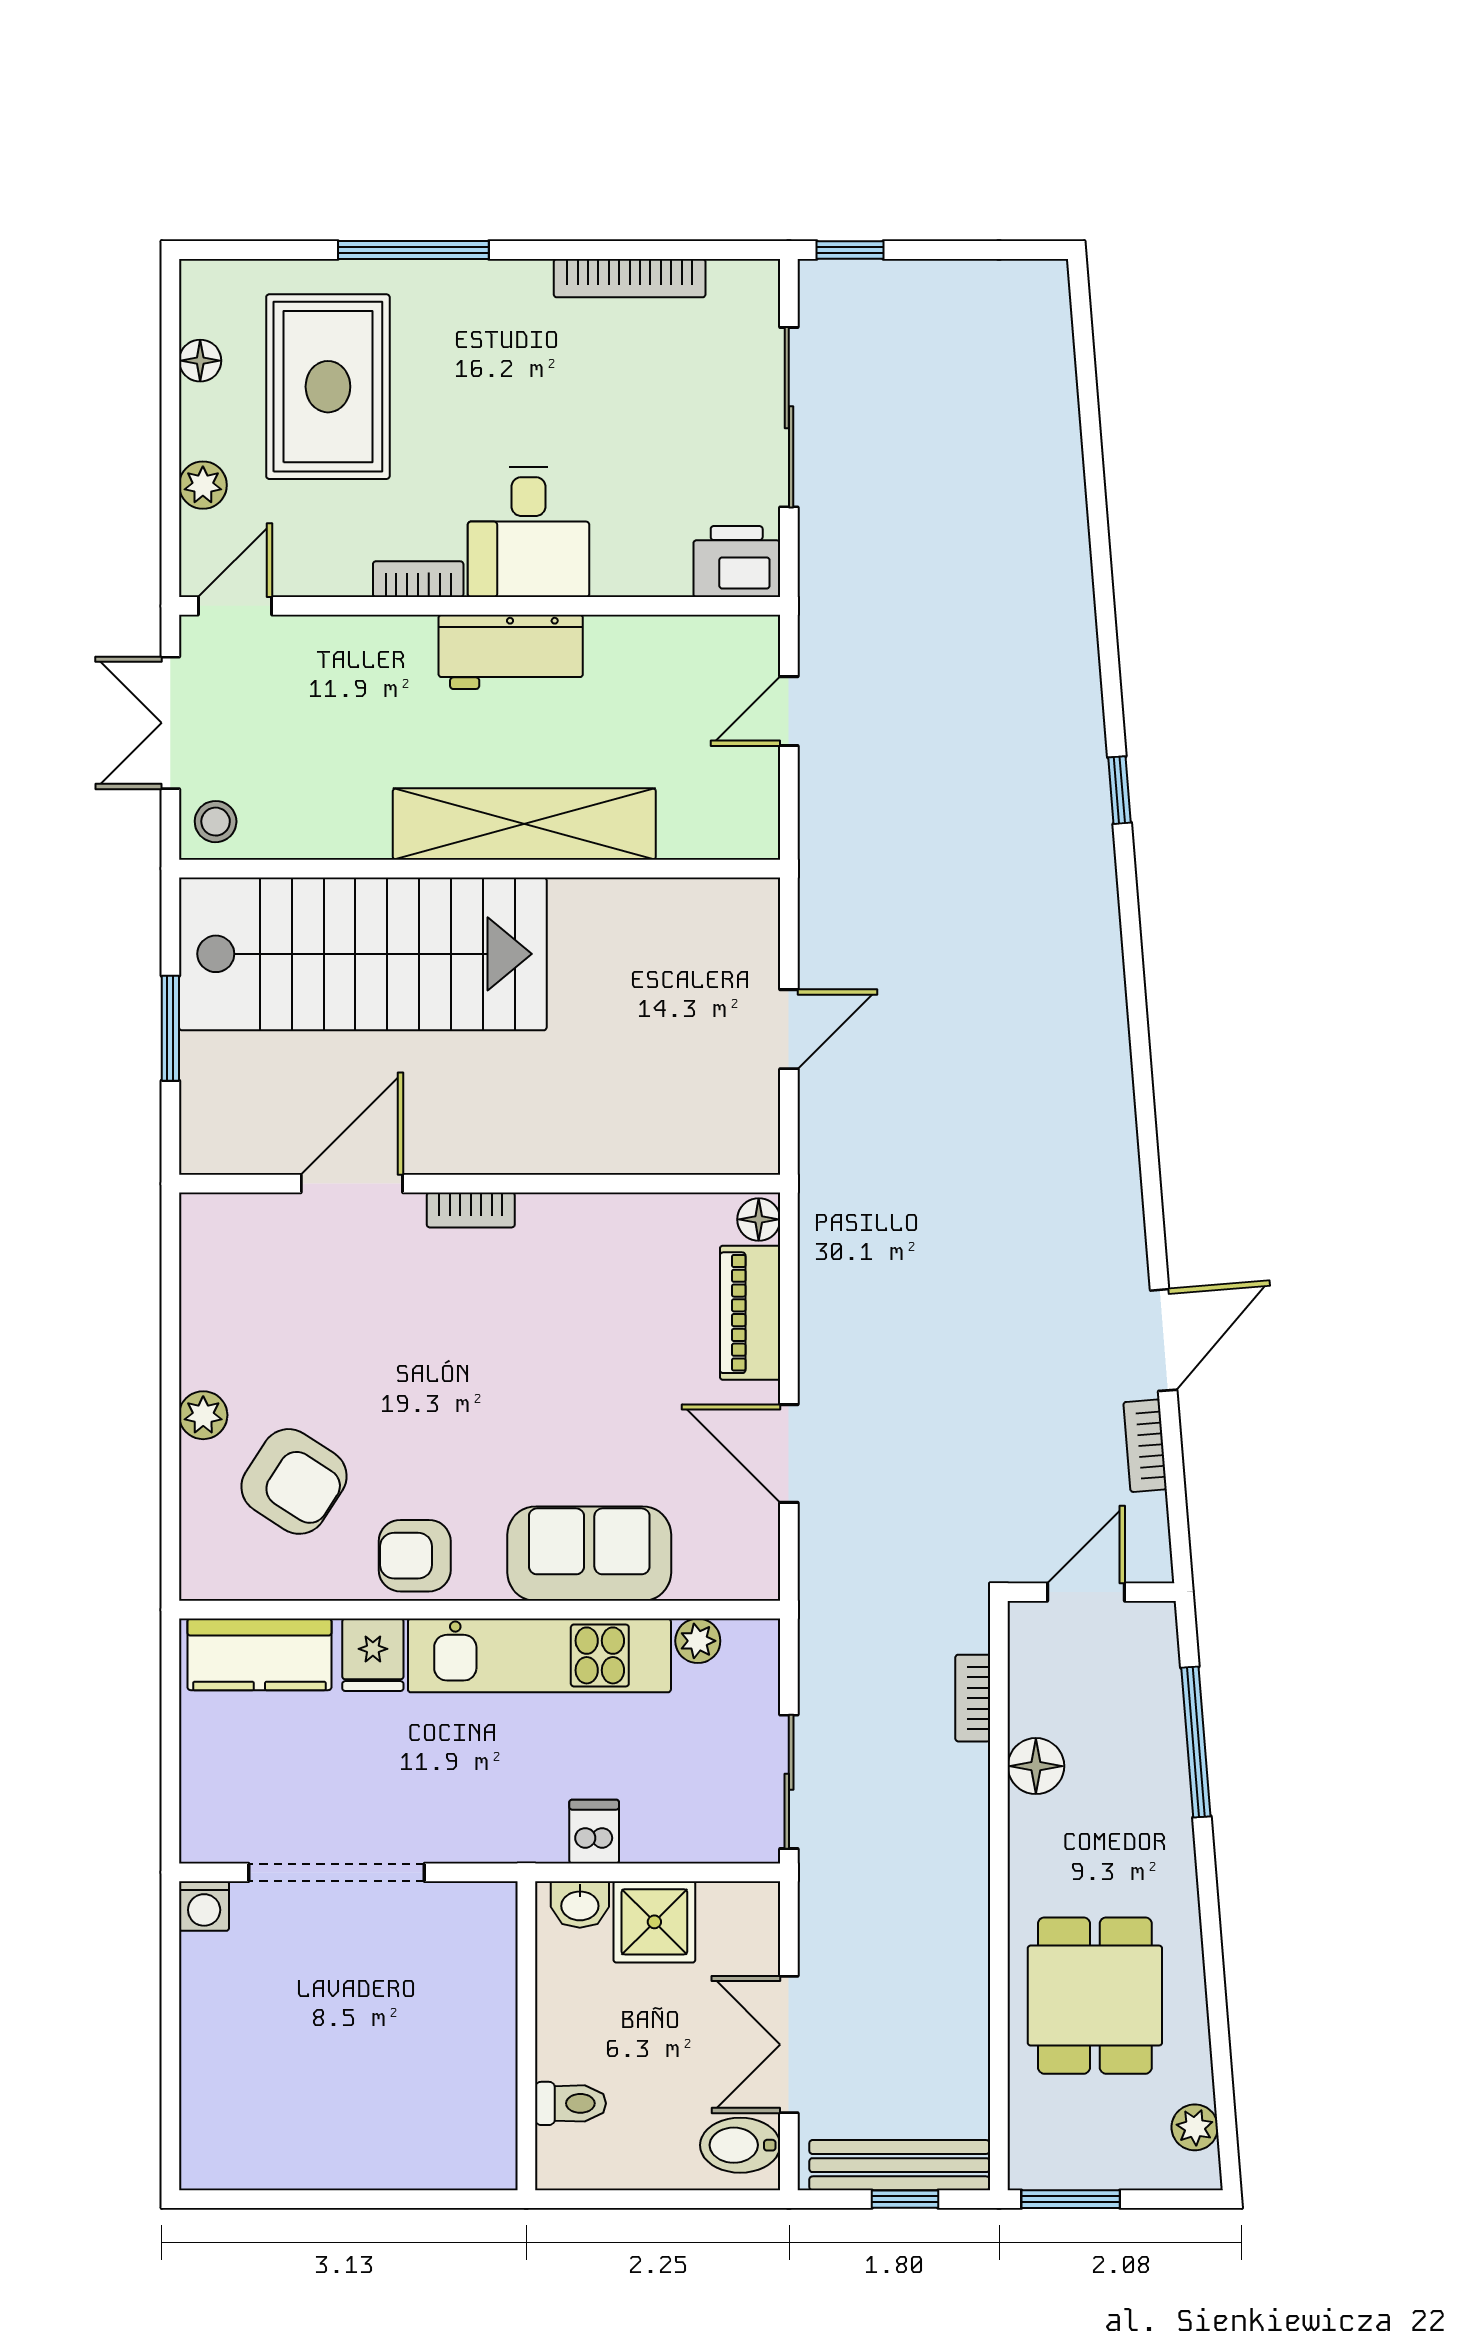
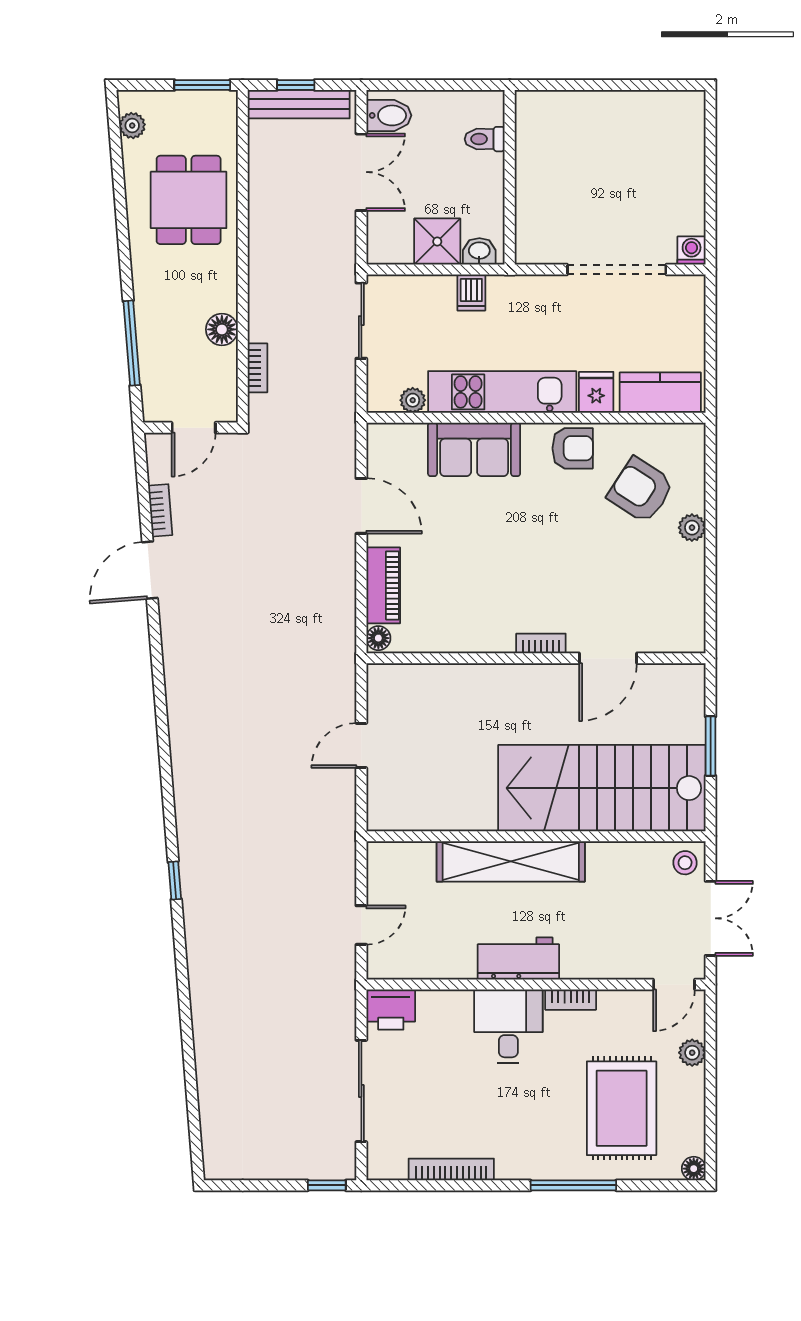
floor lamp: (200, 361) -> (694, 1169), moved

